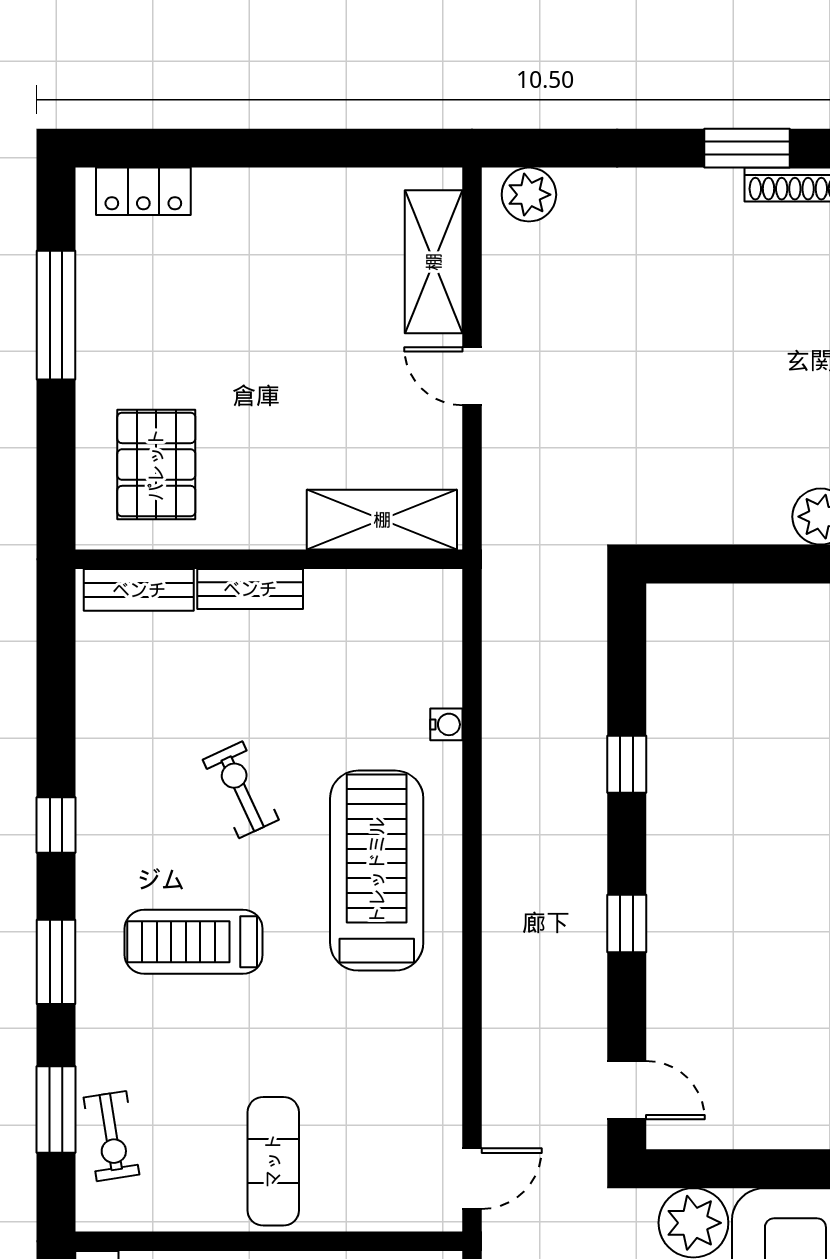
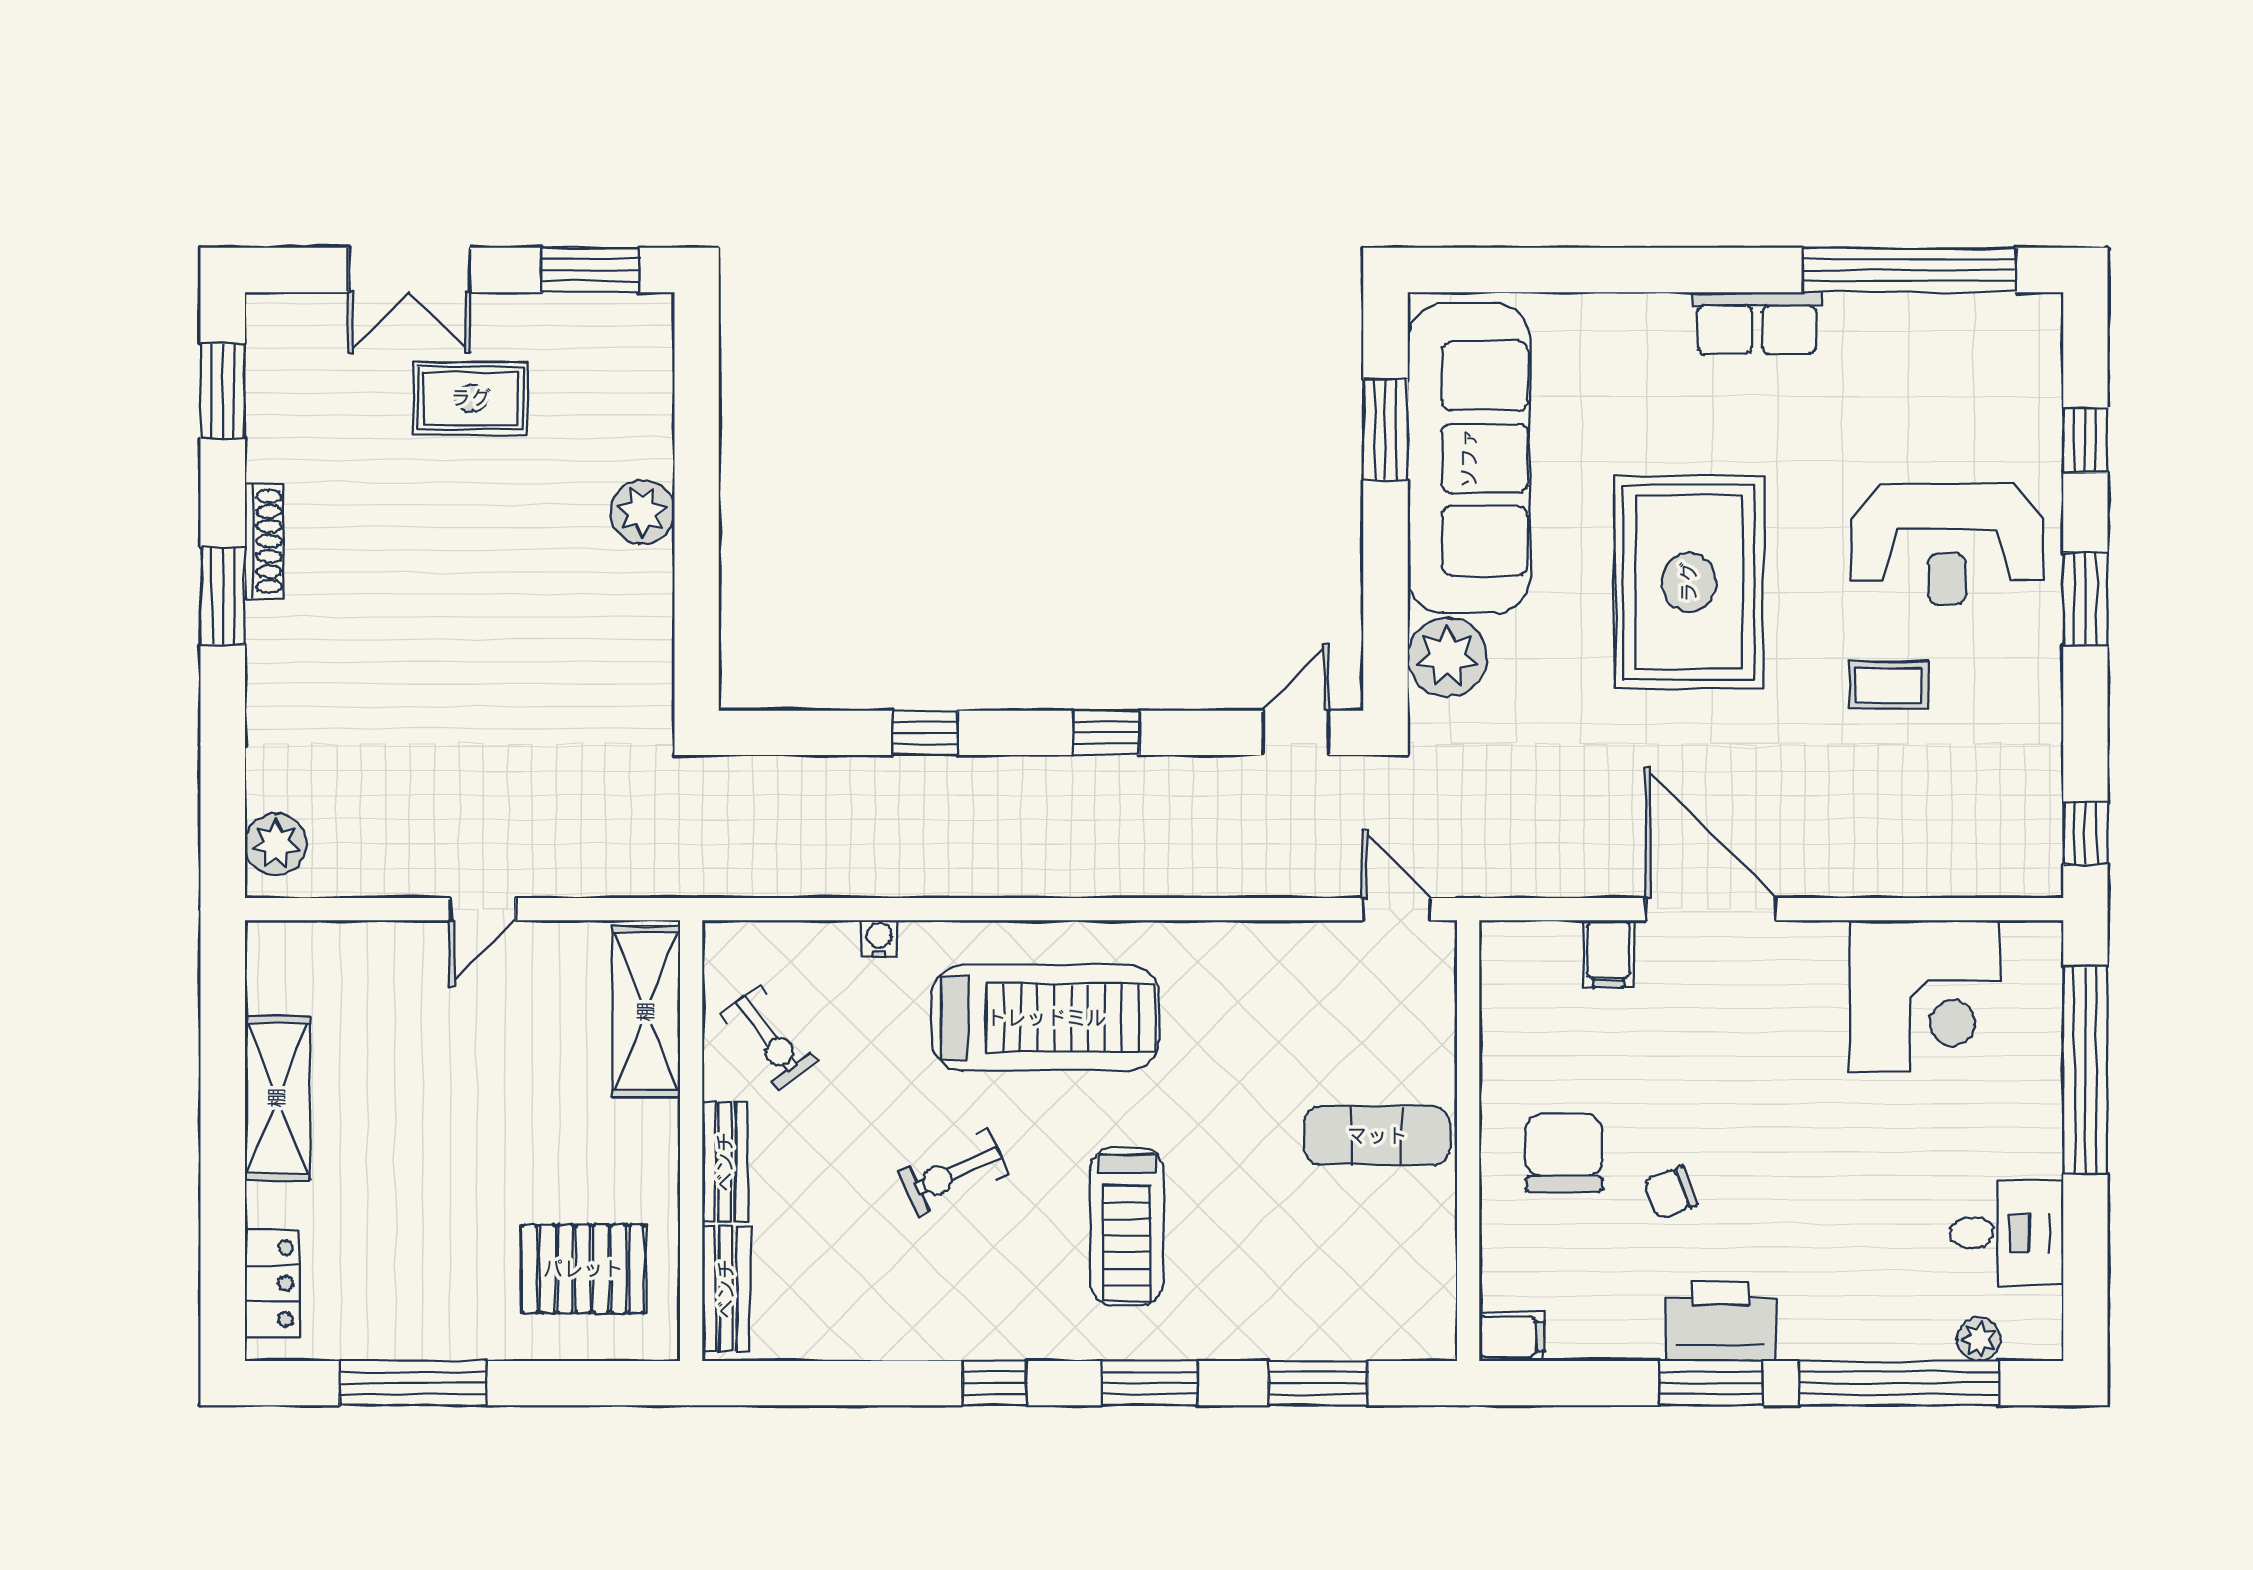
shelving: (434, 262) -> (277, 1098), moved, turned 90
treadmill: (377, 871) -> (1046, 1018), turned 180
exercise bike: (111, 1136) -> (769, 1038), moved, turned 62

